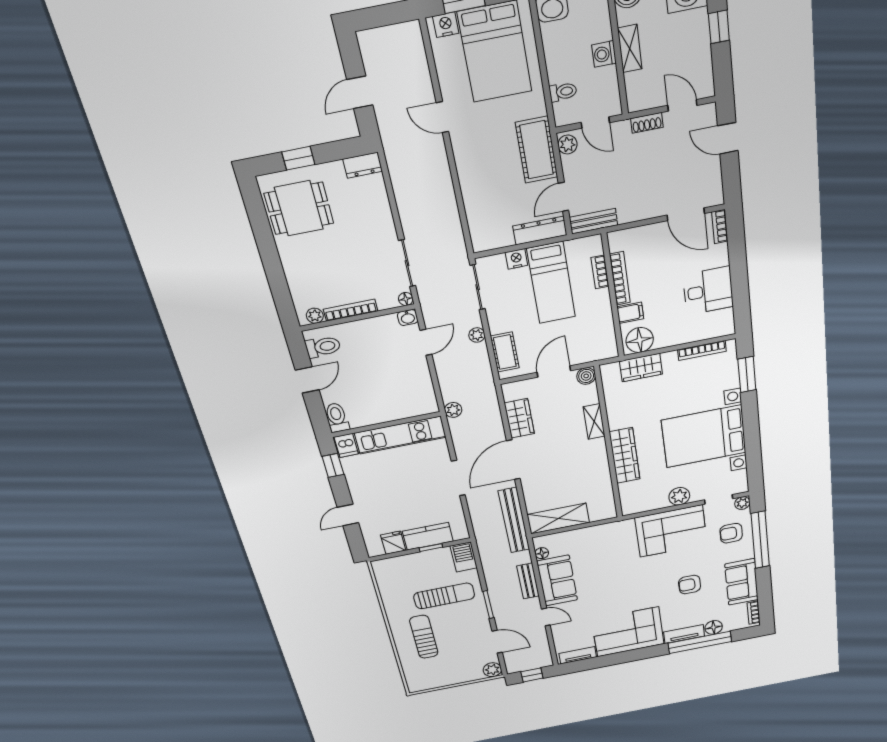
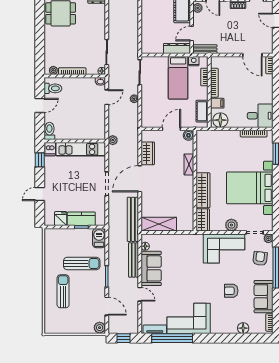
nightstand: (516, 259) -> (194, 61), moved
desk: (708, 291) -> (260, 116), moved
cot: (505, 352) -> (202, 111), moved
wardrobe: (641, 368) -> (203, 220), moved, turned -90
armchair: (731, 533) -> (260, 258), turned 97
bench: (528, 581) -> (134, 260), width x1.36
tv unit: (684, 634) -> (224, 329), removed
window: (700, 642) -> (172, 338), moved

